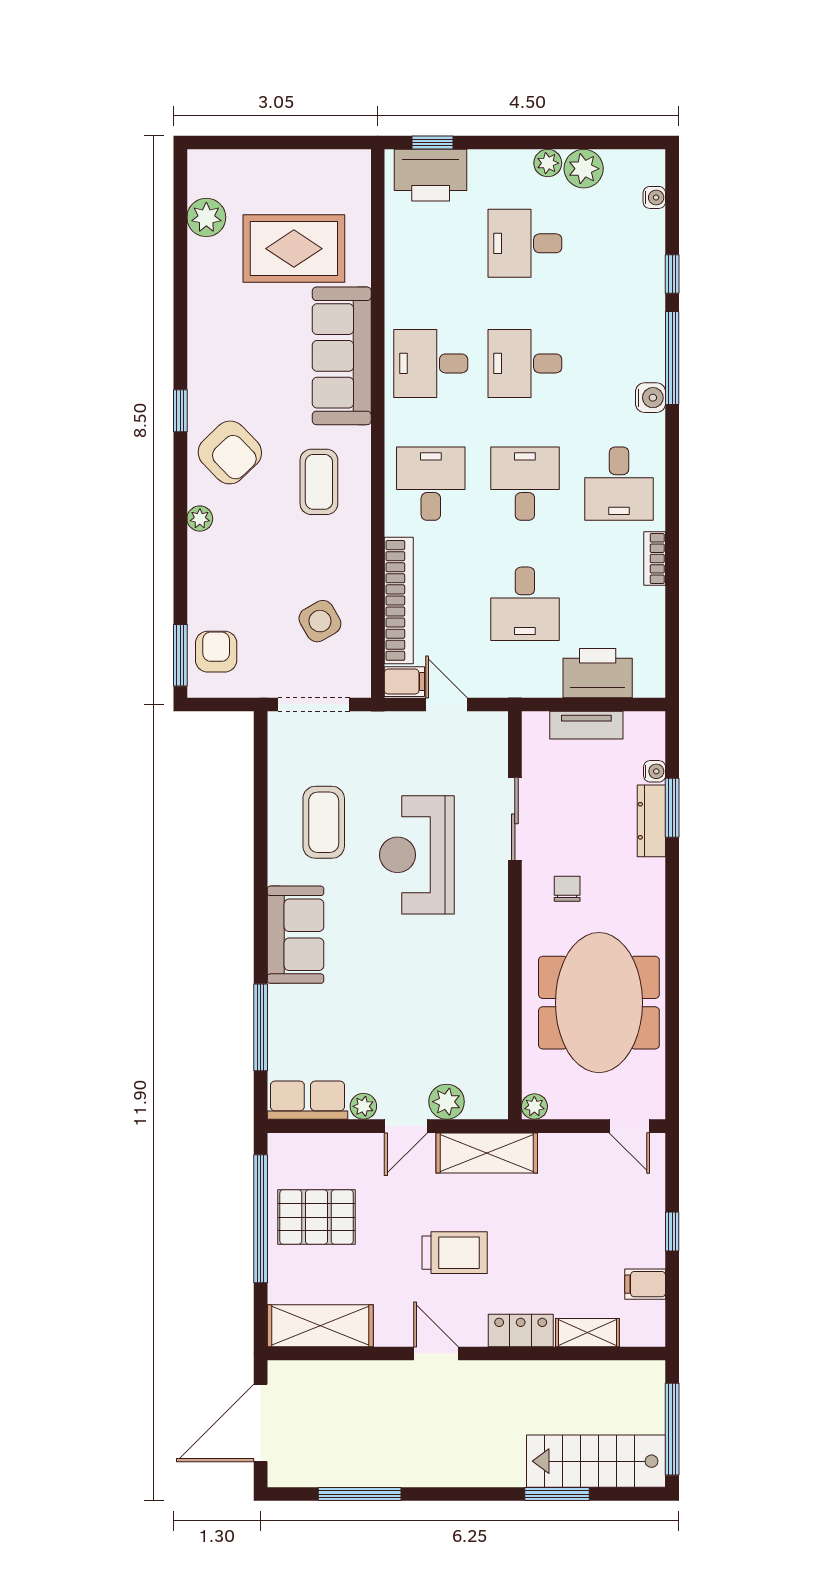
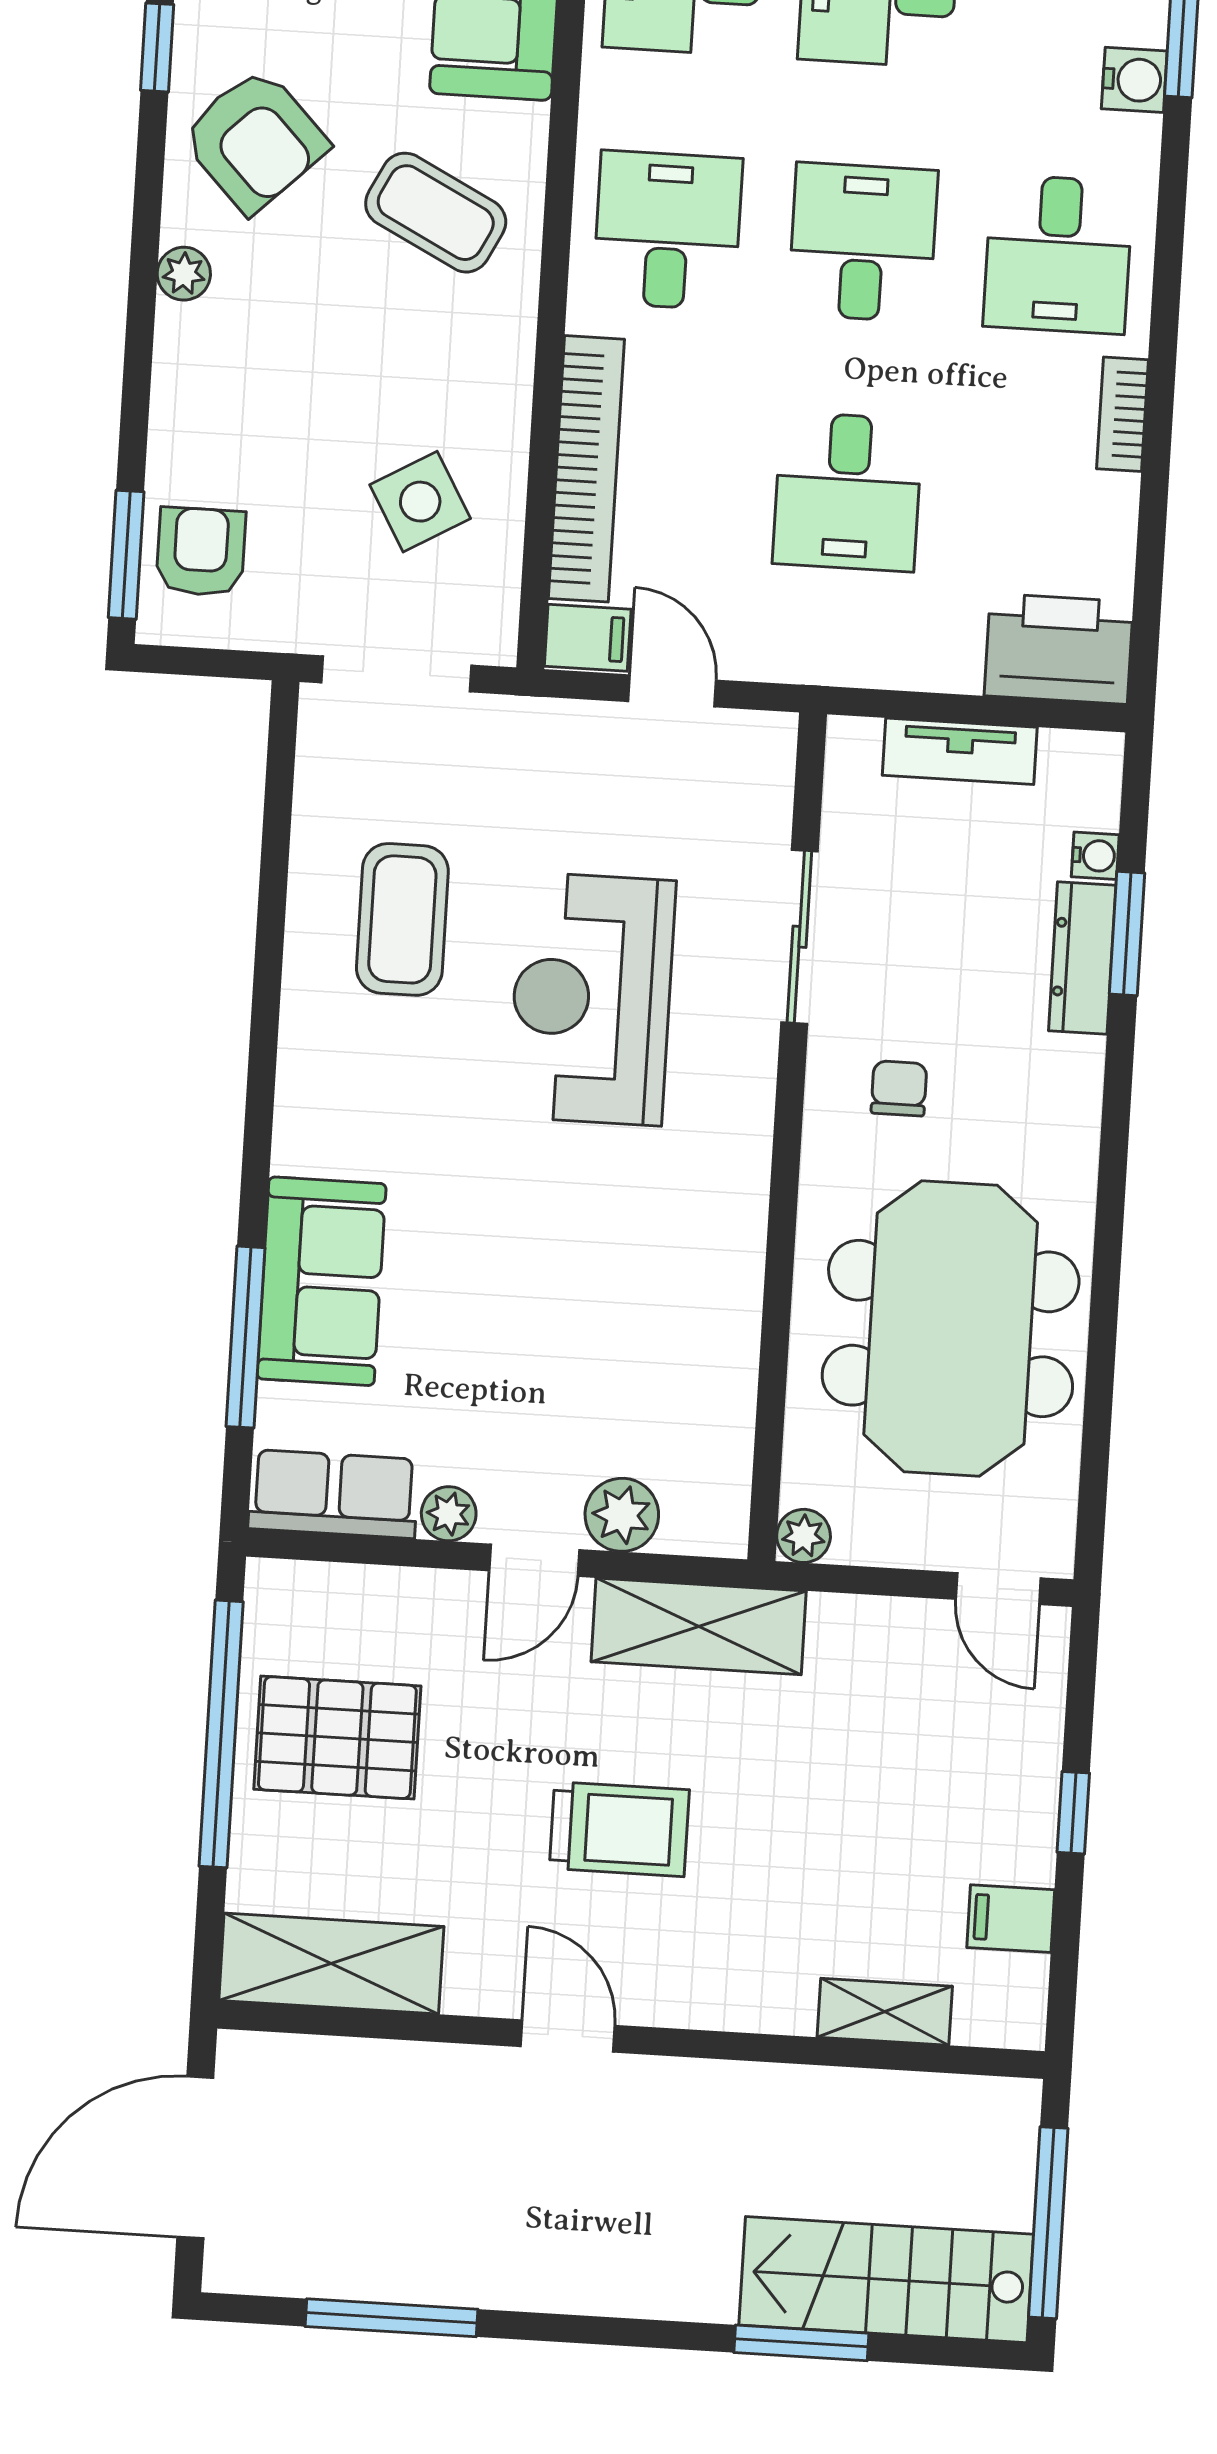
coffee table: (319, 482) -> (436, 213), turned -63
printer: (598, 673) -> (1059, 649), moved
sofa: (295, 935) -> (322, 1281), moved
locker: (521, 1331) -> (747, 1999), removed

